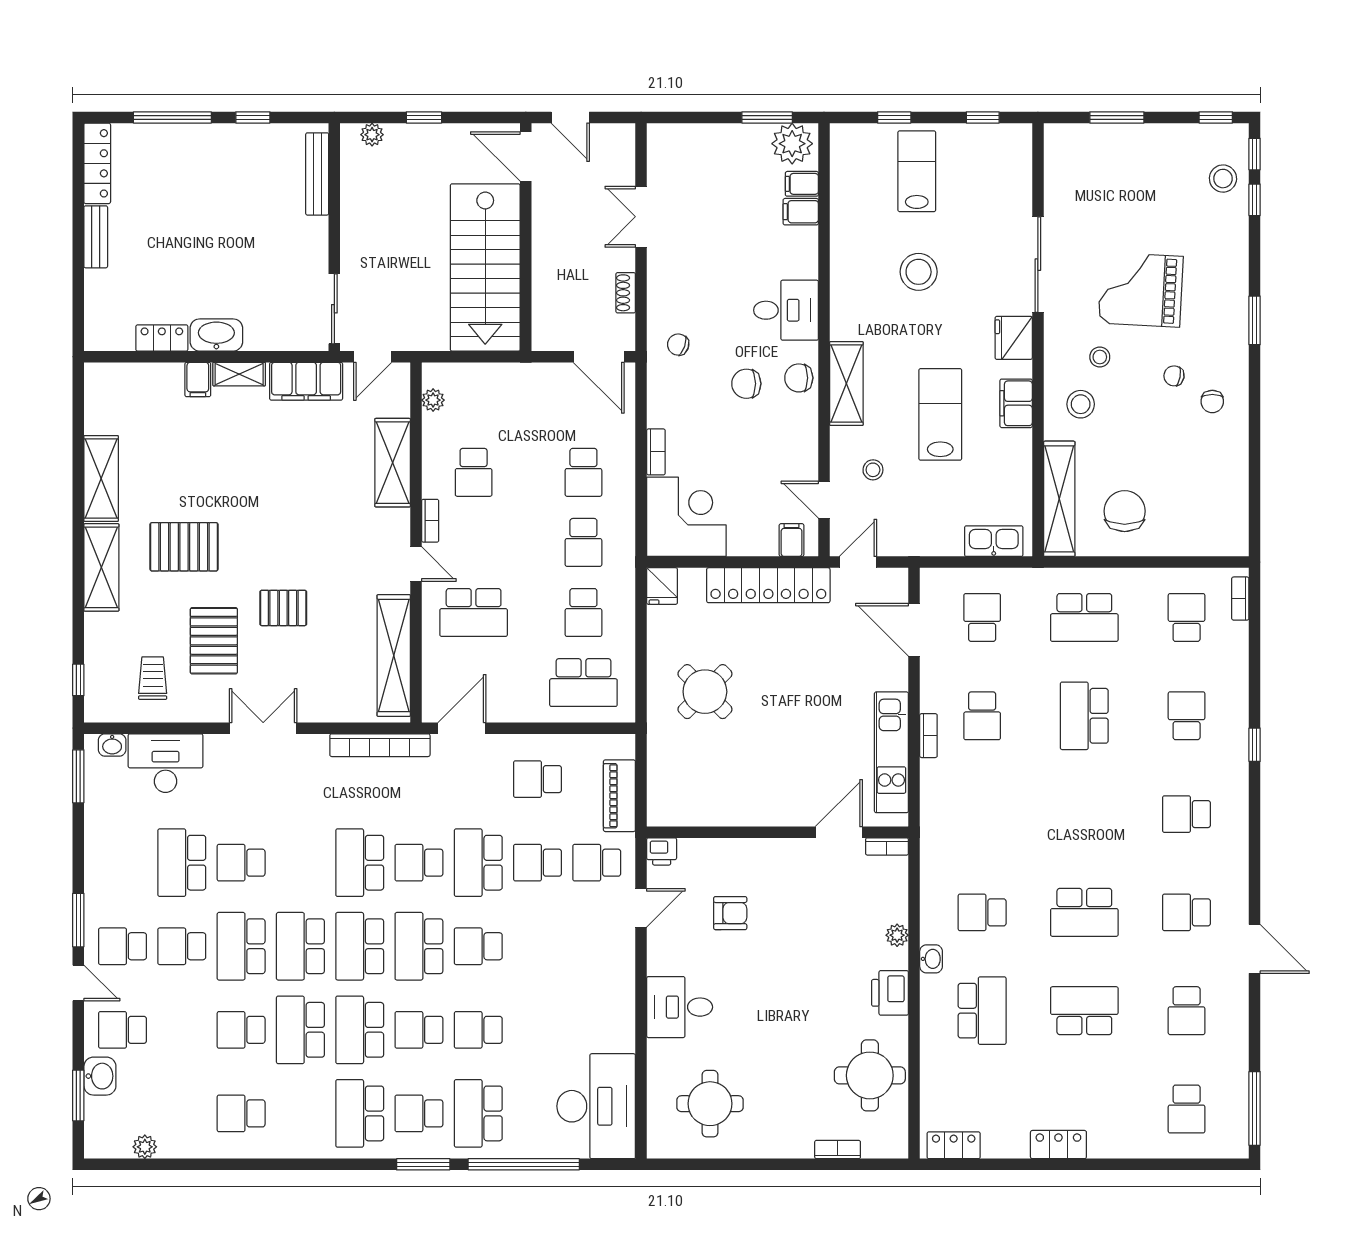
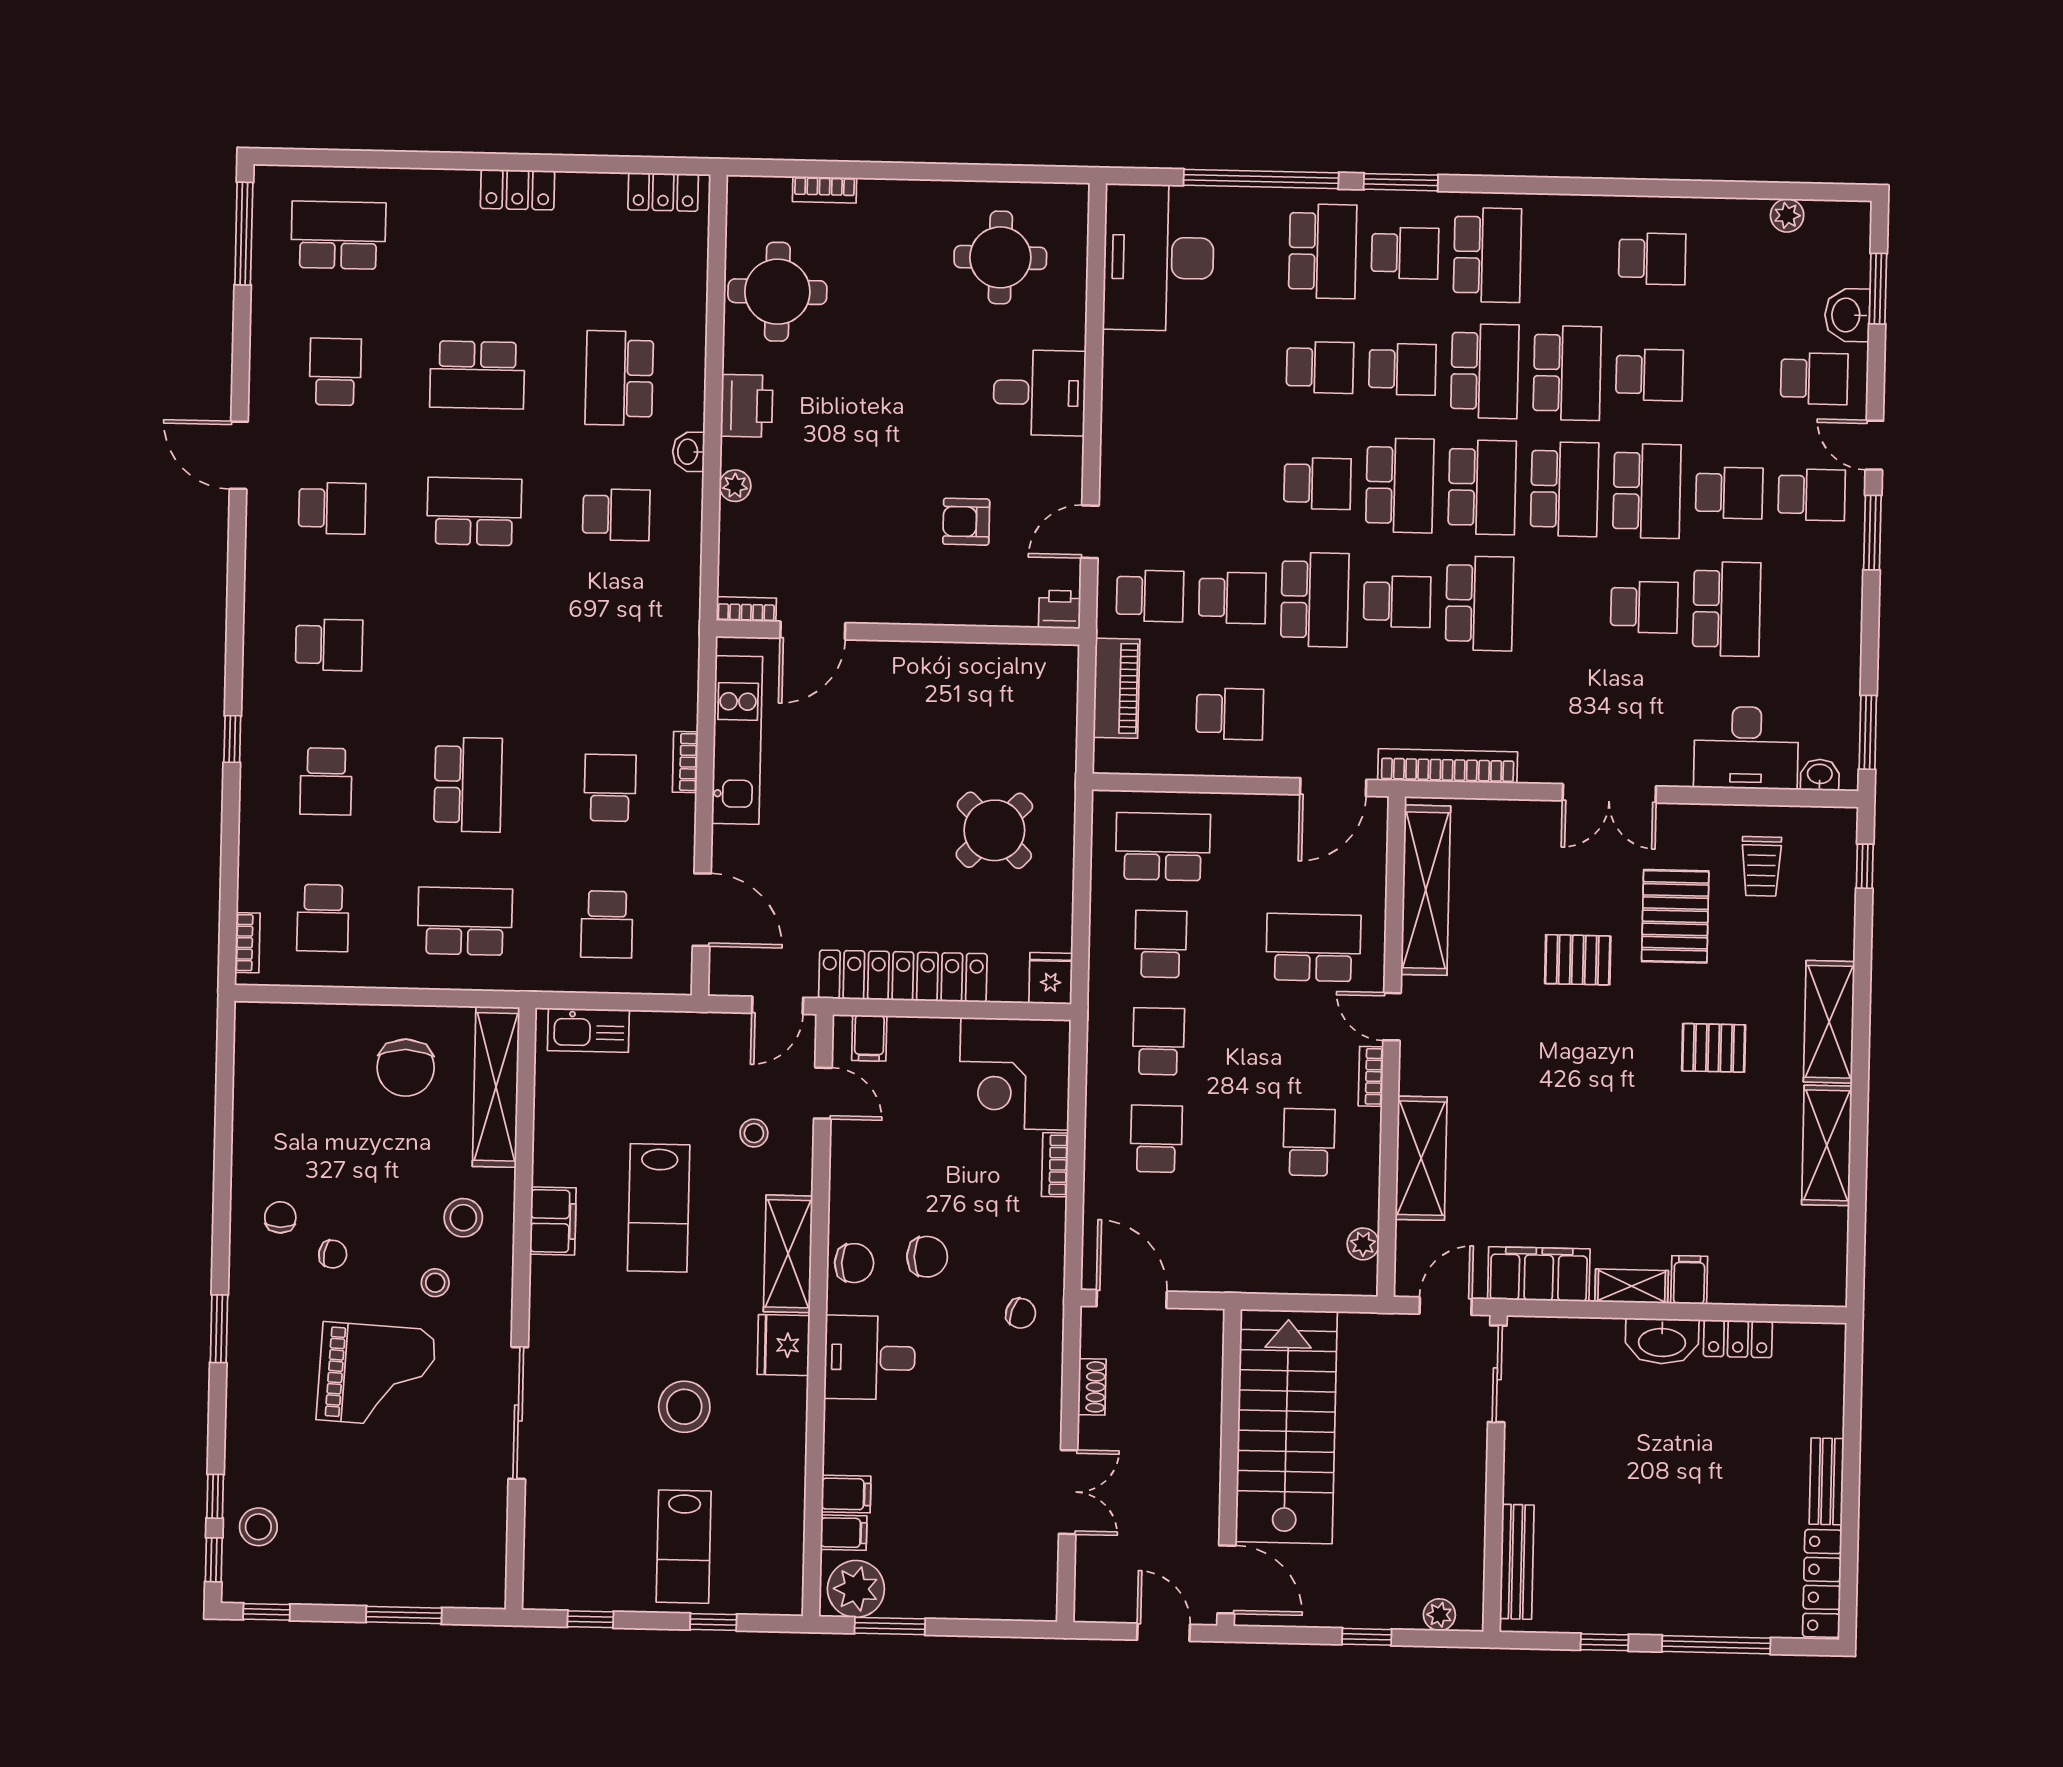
fridge: (1014, 338) -> (784, 1345), moved, turned 180
pallet: (184, 547) -> (1714, 1048), width x0.67, depth x0.71
school desk: (1187, 1109) -> (338, 235), width x1.85

